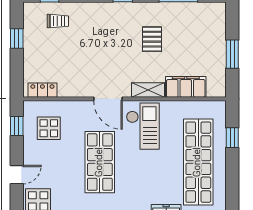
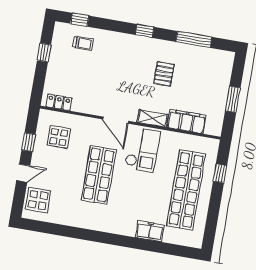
window: (17, 126) -> (29, 142), moved

